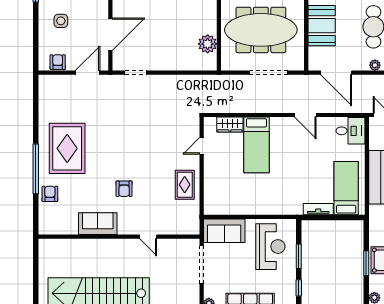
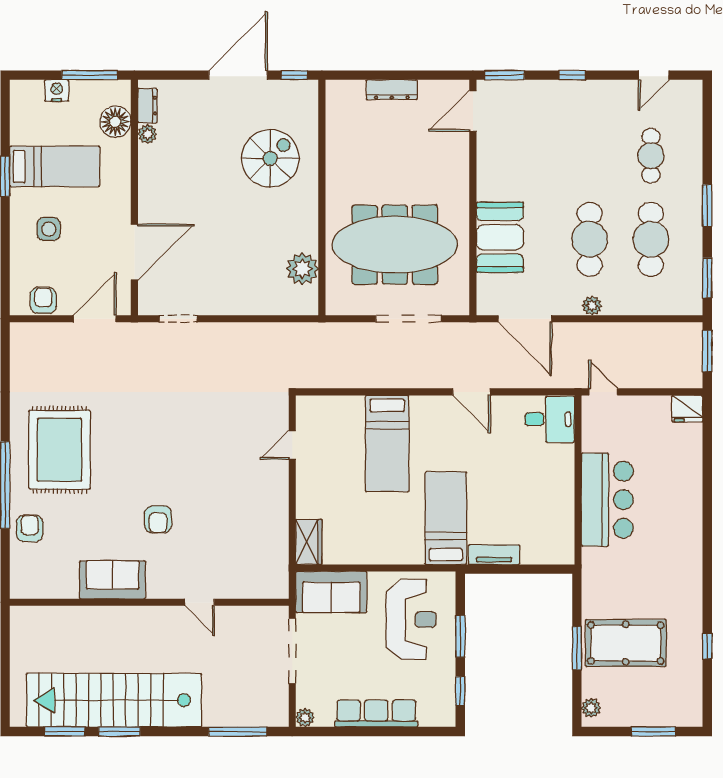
wardrobe: (230, 125) -> (309, 542), moved, turned -90
rug: (185, 185) -> (263, 512), removed
bed: (346, 188) -> (446, 518), moved

